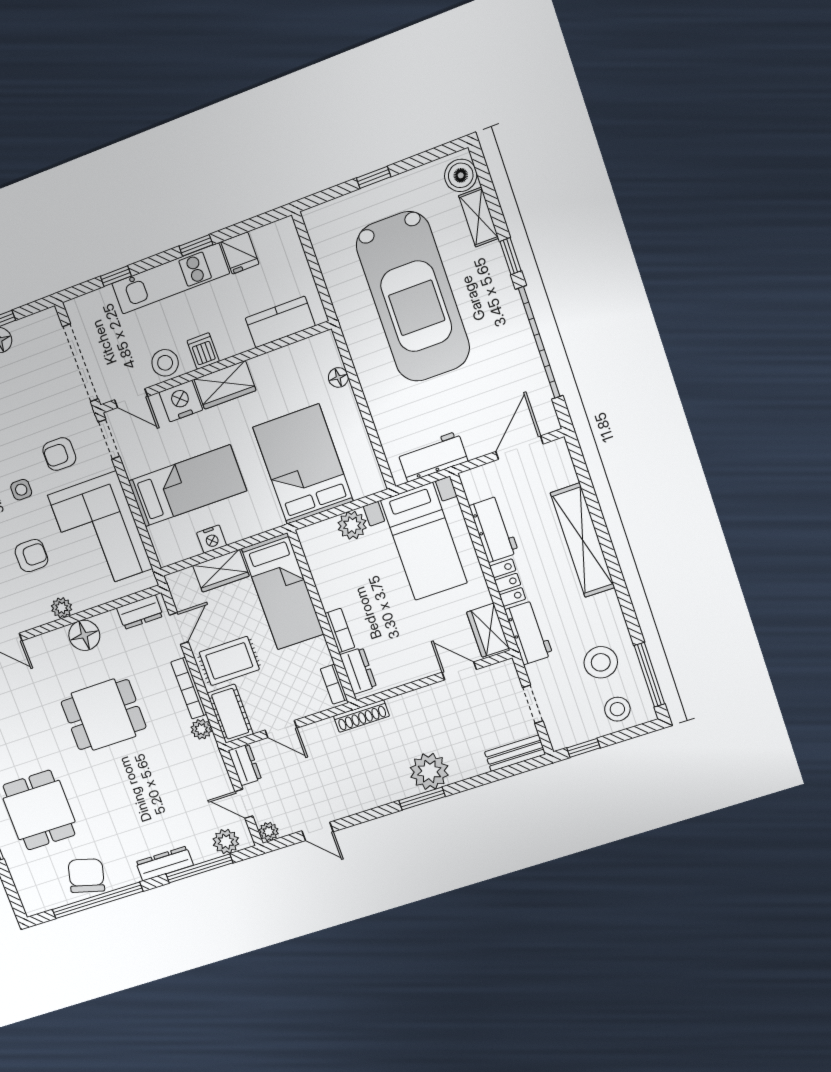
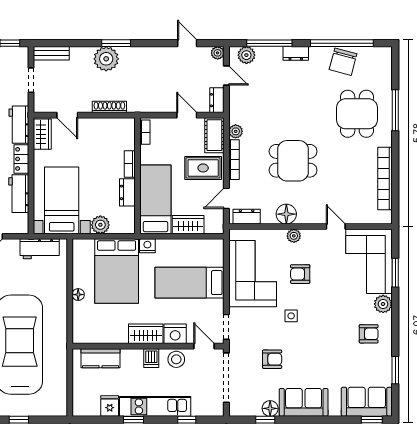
floor lamp: (338, 377) -> (78, 295), moved
armchair: (59, 454) -> (272, 359), moved
nightstand: (212, 539) -> (147, 246), moved
dresser: (358, 671) -> (127, 192), moved
shoe rack: (361, 716) -> (109, 107), moved
dresser: (164, 864) -> (296, 53), width x0.70

